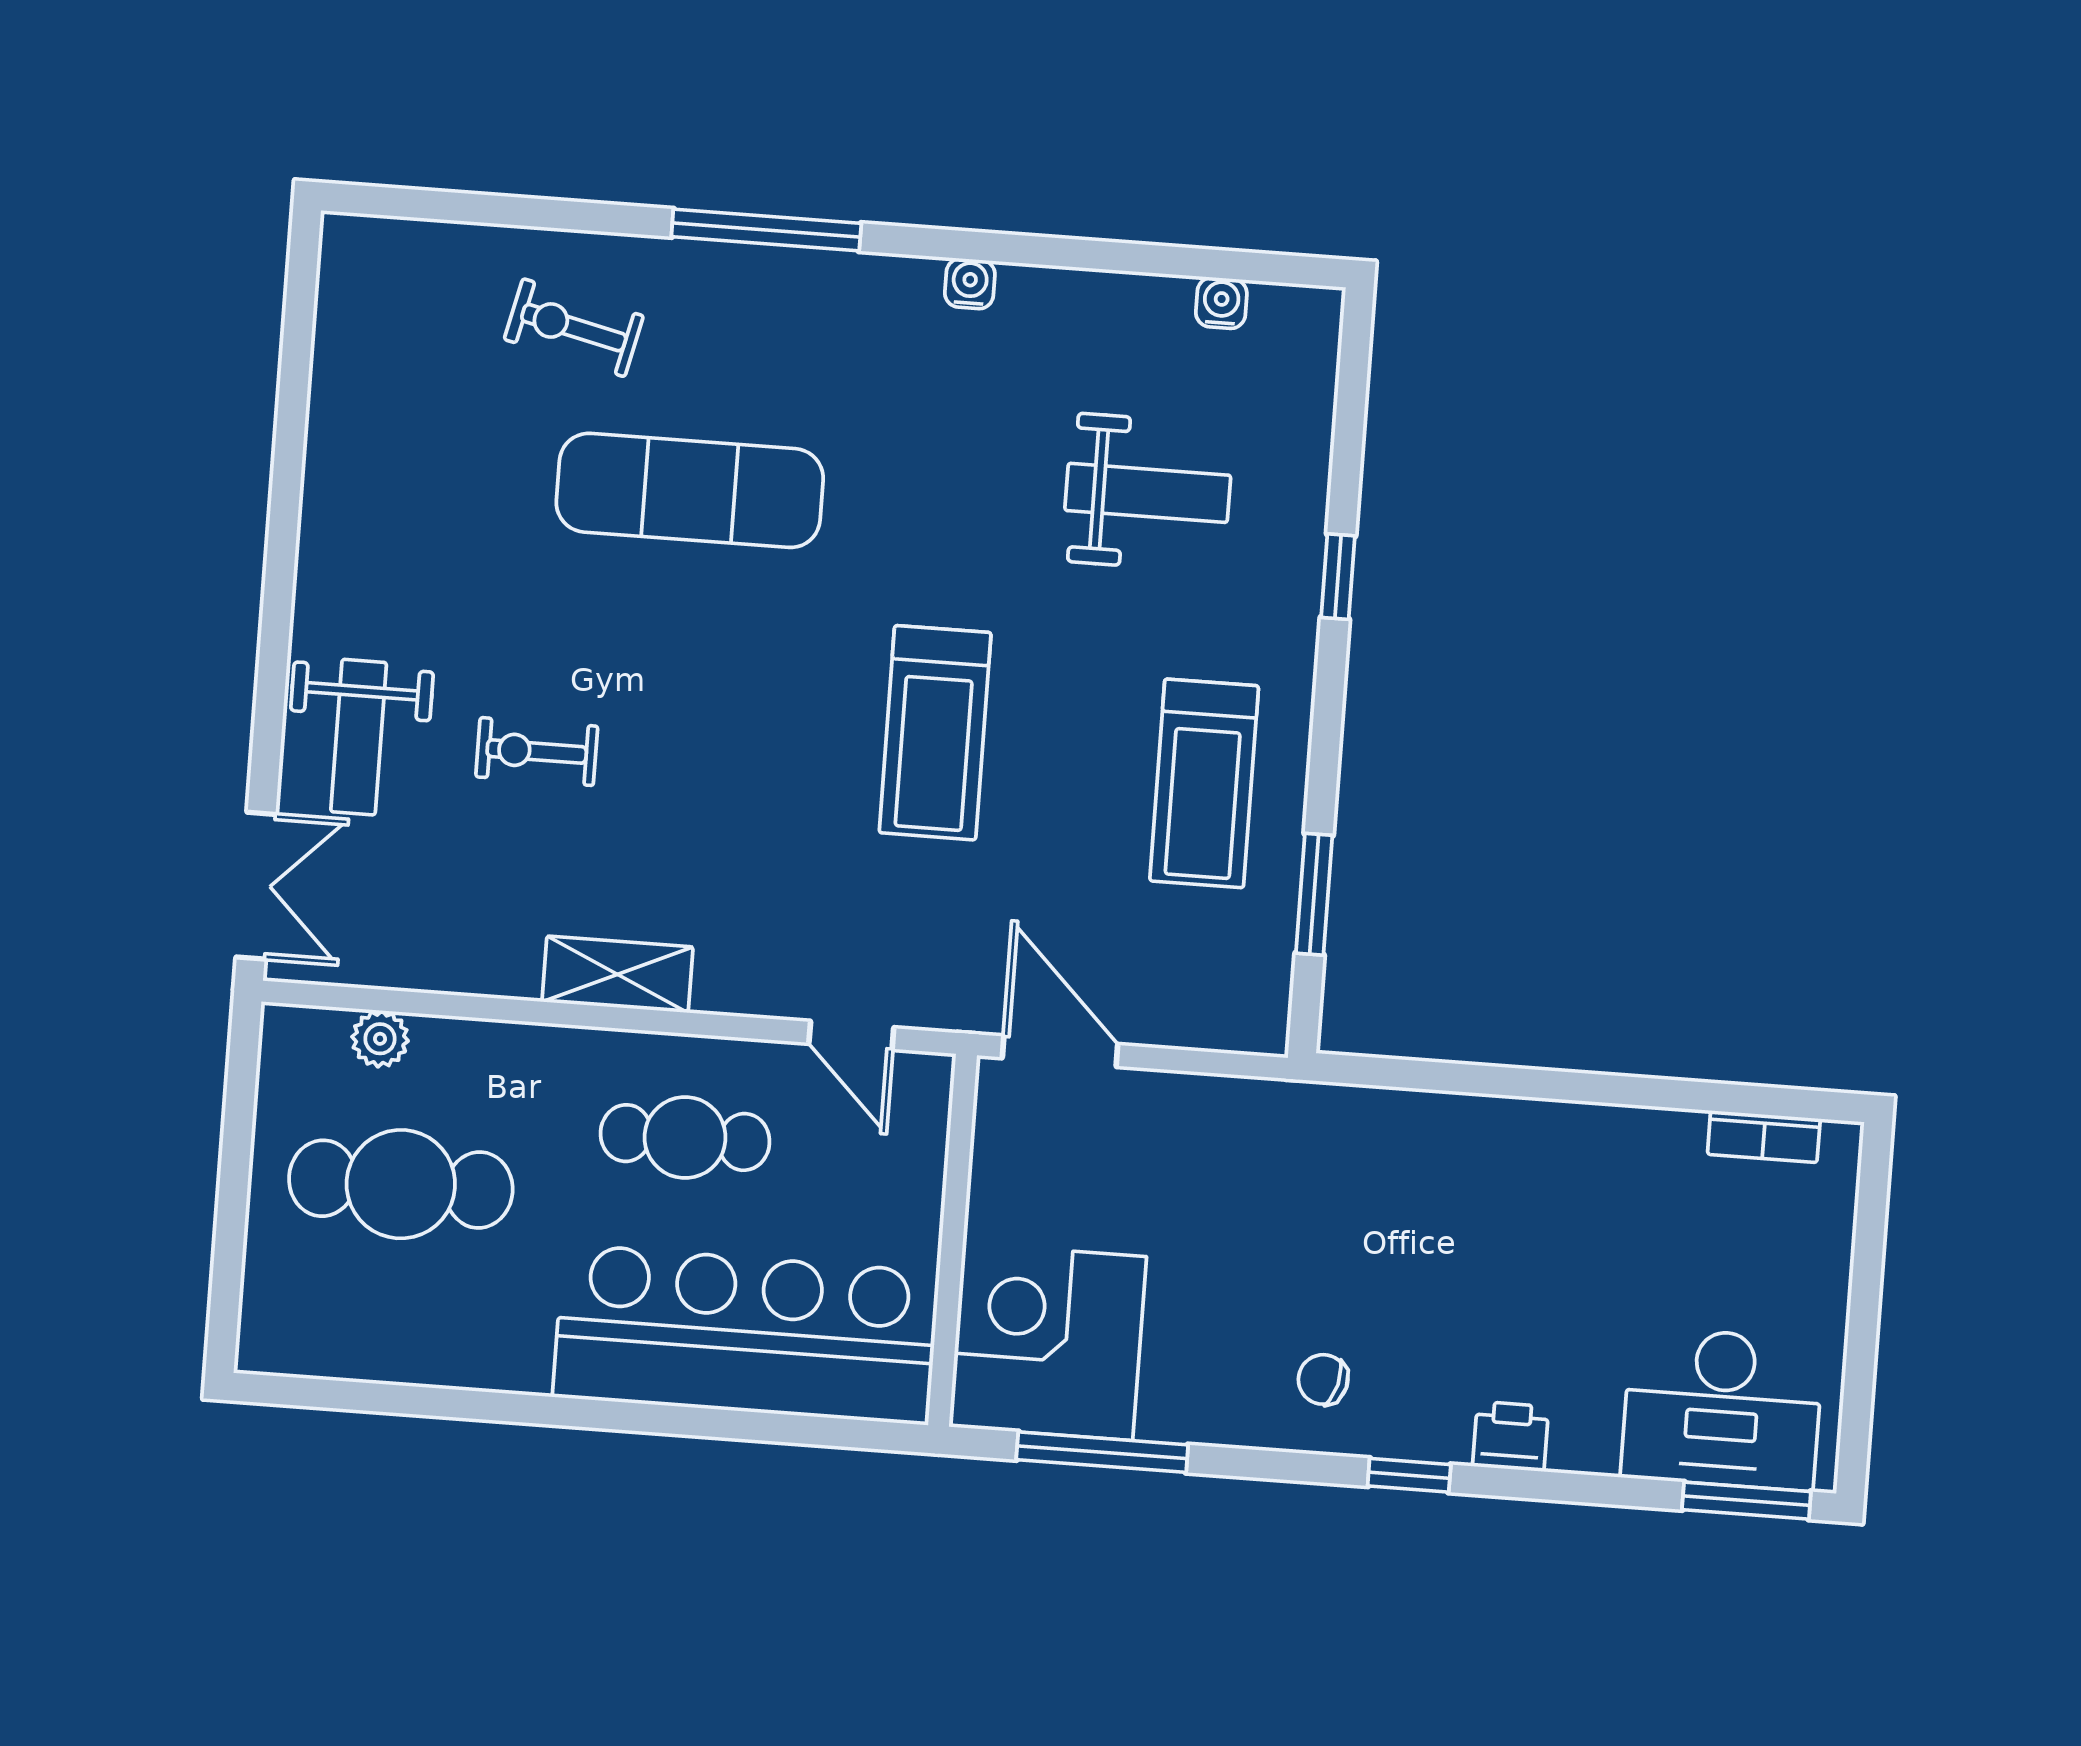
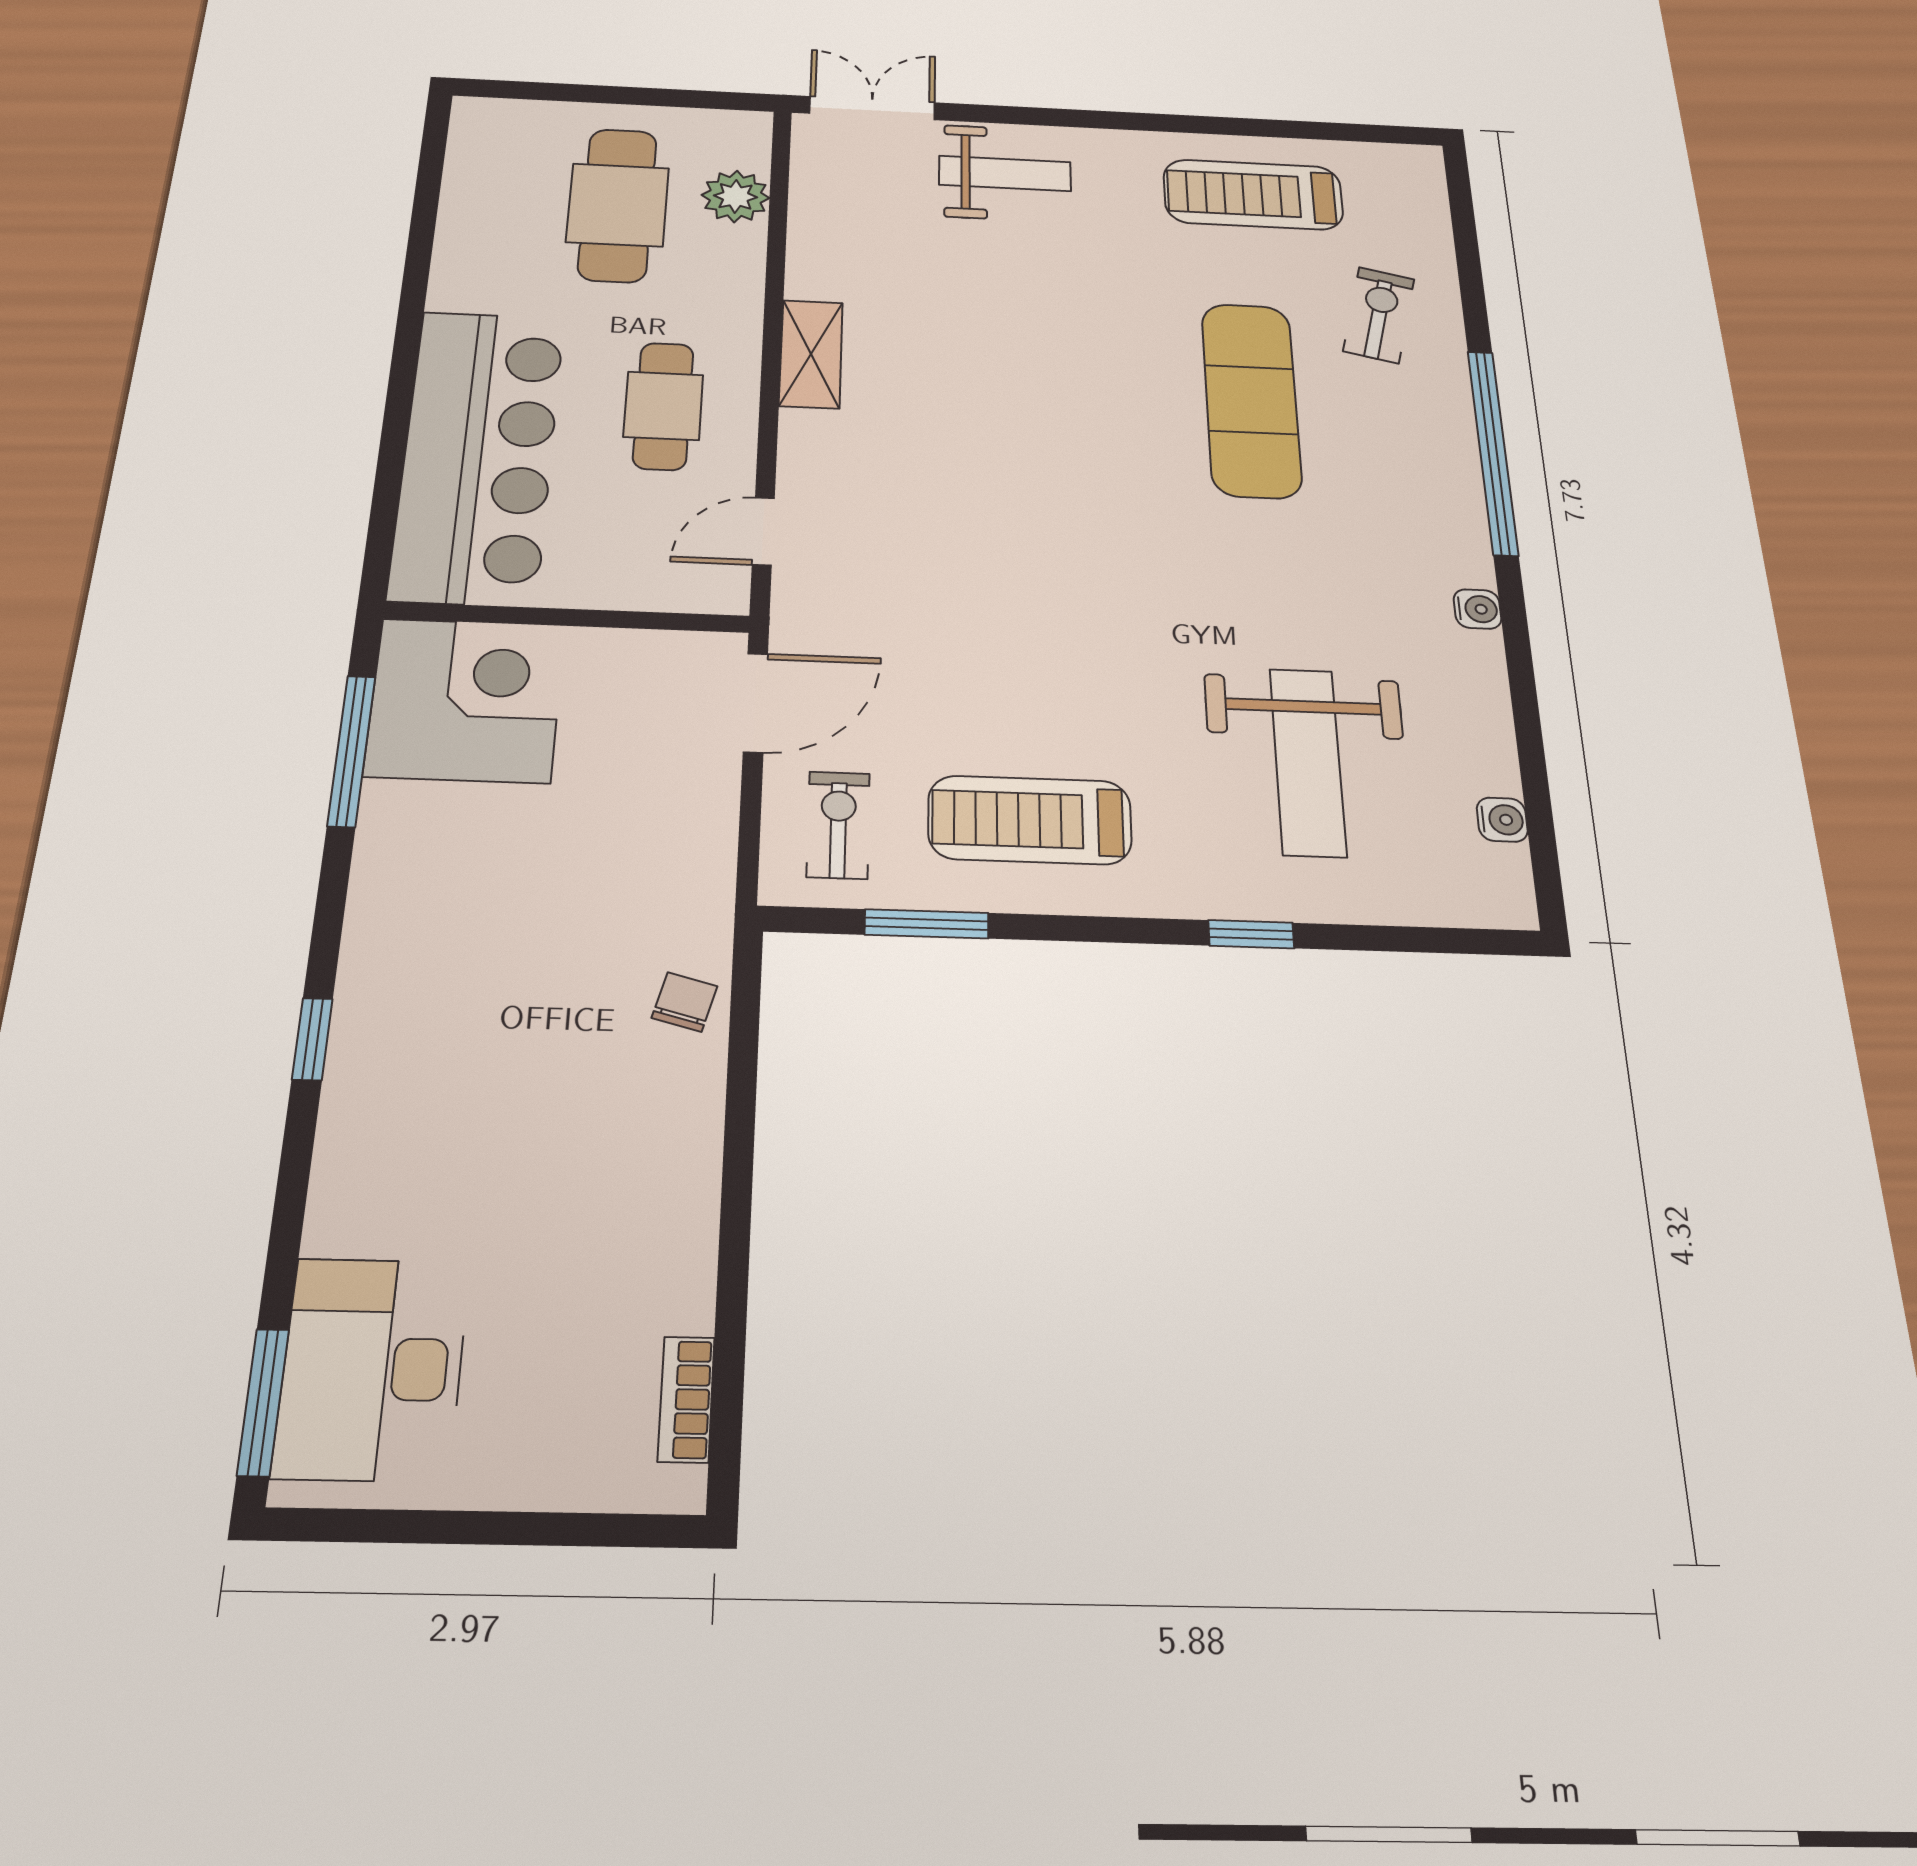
window: (766, 230) -> (1493, 452), width x1.46
weight bench: (1148, 493) -> (1308, 762), width x1.36, depth x1.33
treadmill: (935, 733) -> (1253, 195), moved
weight bench: (359, 737) -> (1005, 173), turned 180
exercise bike: (537, 752) -> (838, 825), moved
double door: (256, 886) -> (872, 108), swing flipped
plant: (380, 1039) -> (736, 196), width x1.38, depth x1.38
chair: (1323, 1379) -> (684, 1002), moved
printer: (1511, 1436) -> (350, 1141), removed

